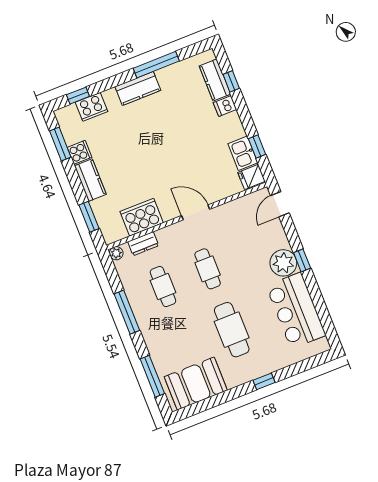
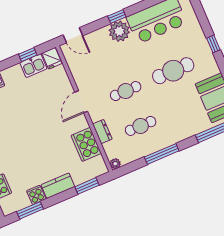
dresser: (143, 244) -> (102, 132), moved

